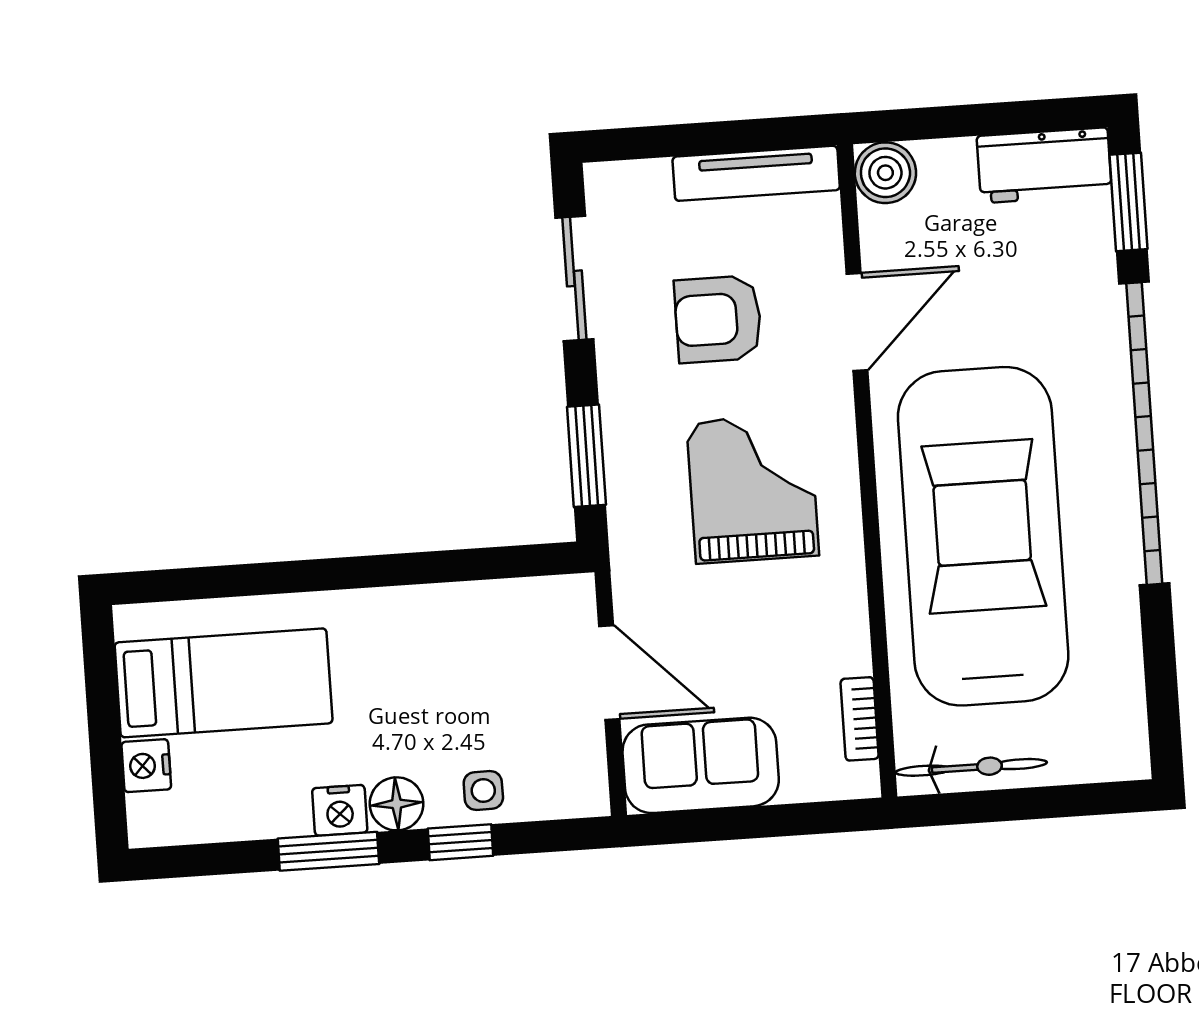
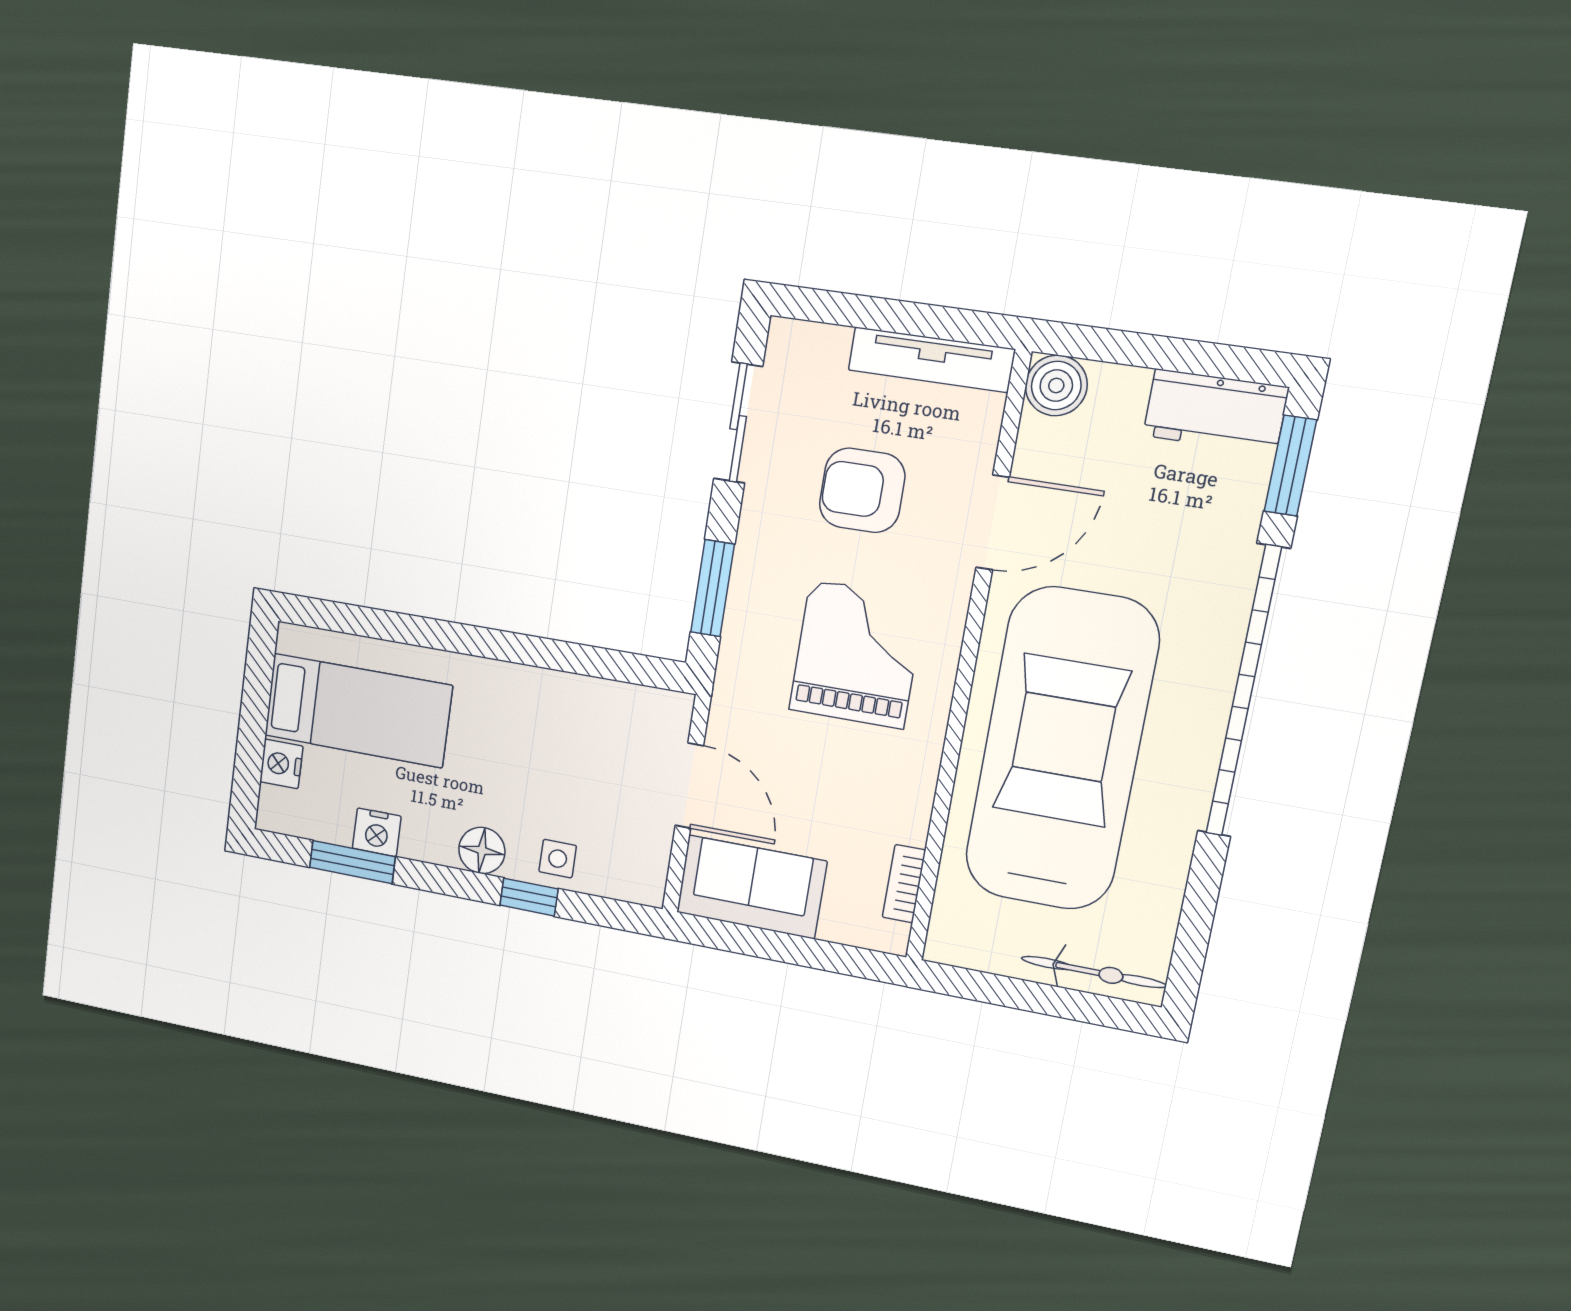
bicycle: (971, 767) -> (1094, 972), moved
nightstand: (340, 810) -> (377, 832), moved
window: (328, 851) -> (352, 862), moved

